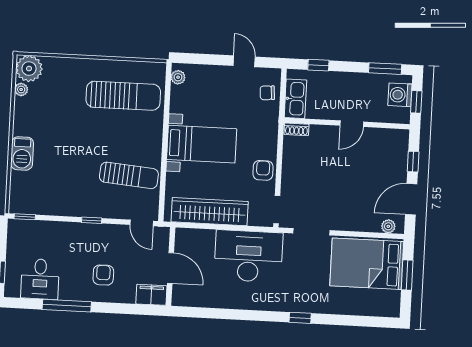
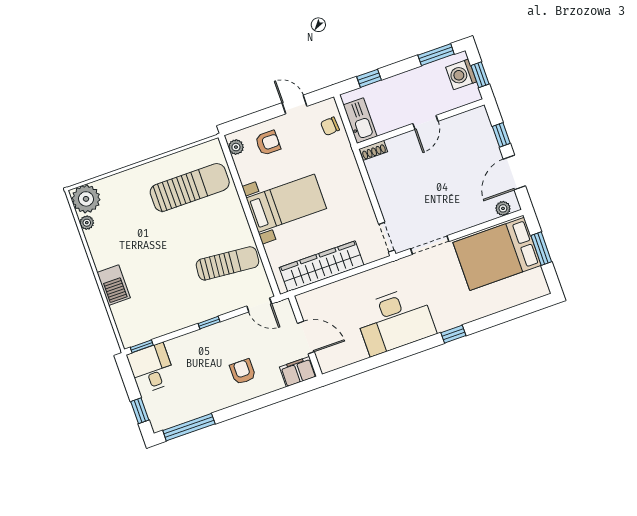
armchair: (263, 170) -> (268, 143), moved, turned 90
desk: (248, 256) -> (395, 321), moved, turned 180
desk: (40, 279) -> (151, 368), moved, turned 180
window: (67, 306) -> (189, 427), moved

